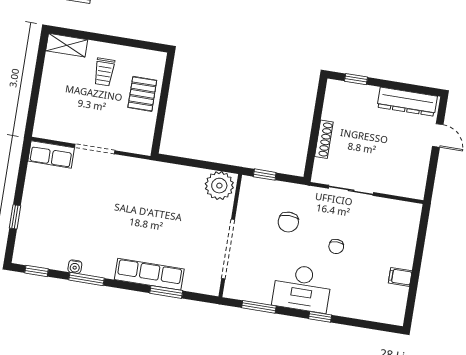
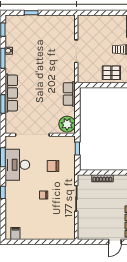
row of seats: (51, 154) -> (69, 94), moved
filing cabinet: (400, 277) -> (15, 233), moved
desk: (302, 288) -> (17, 165), moved

